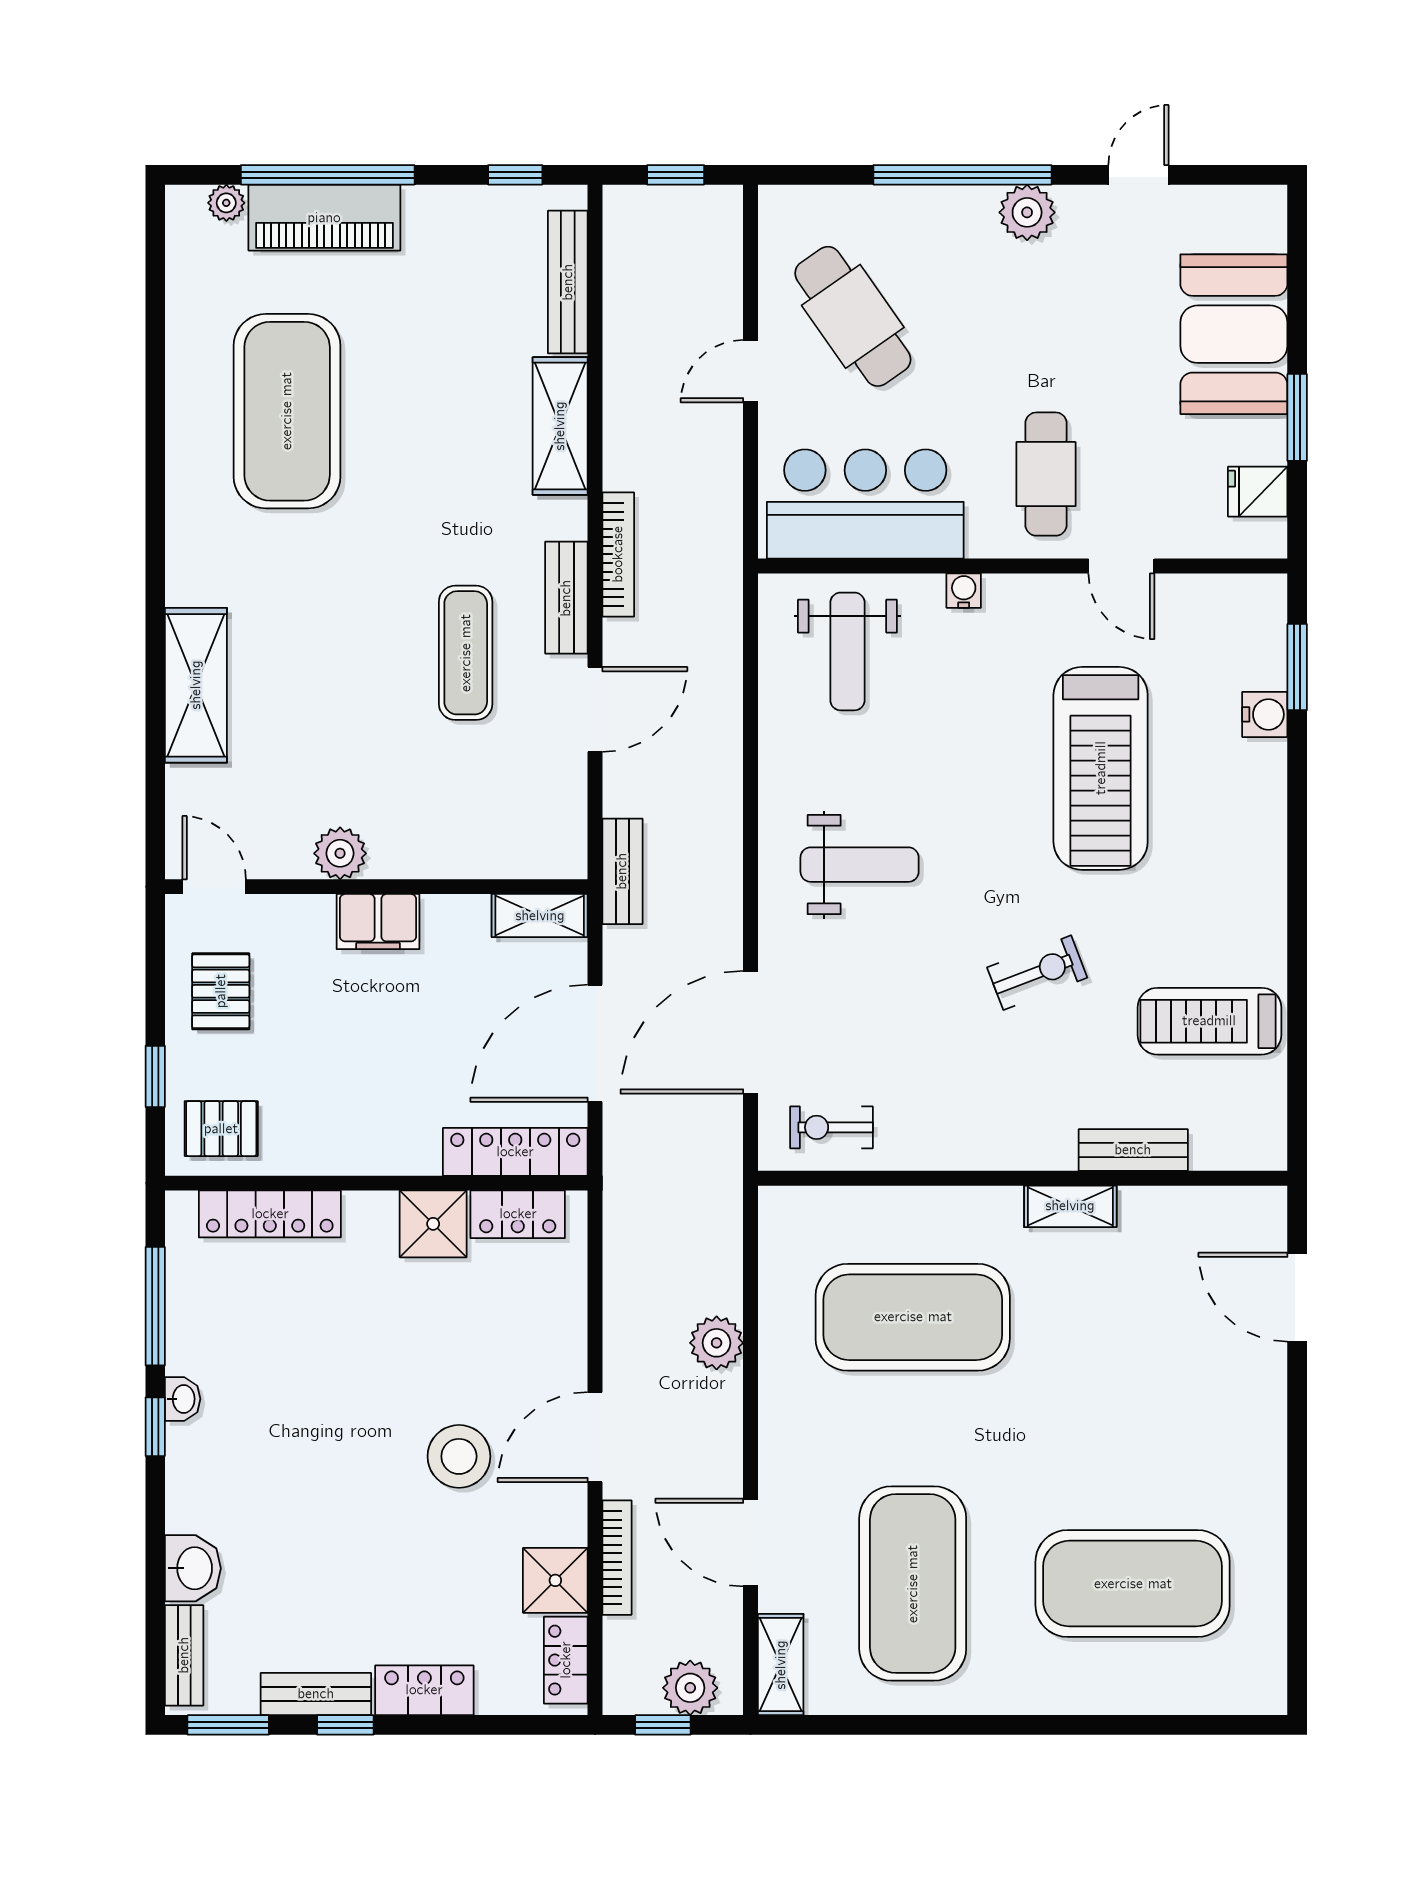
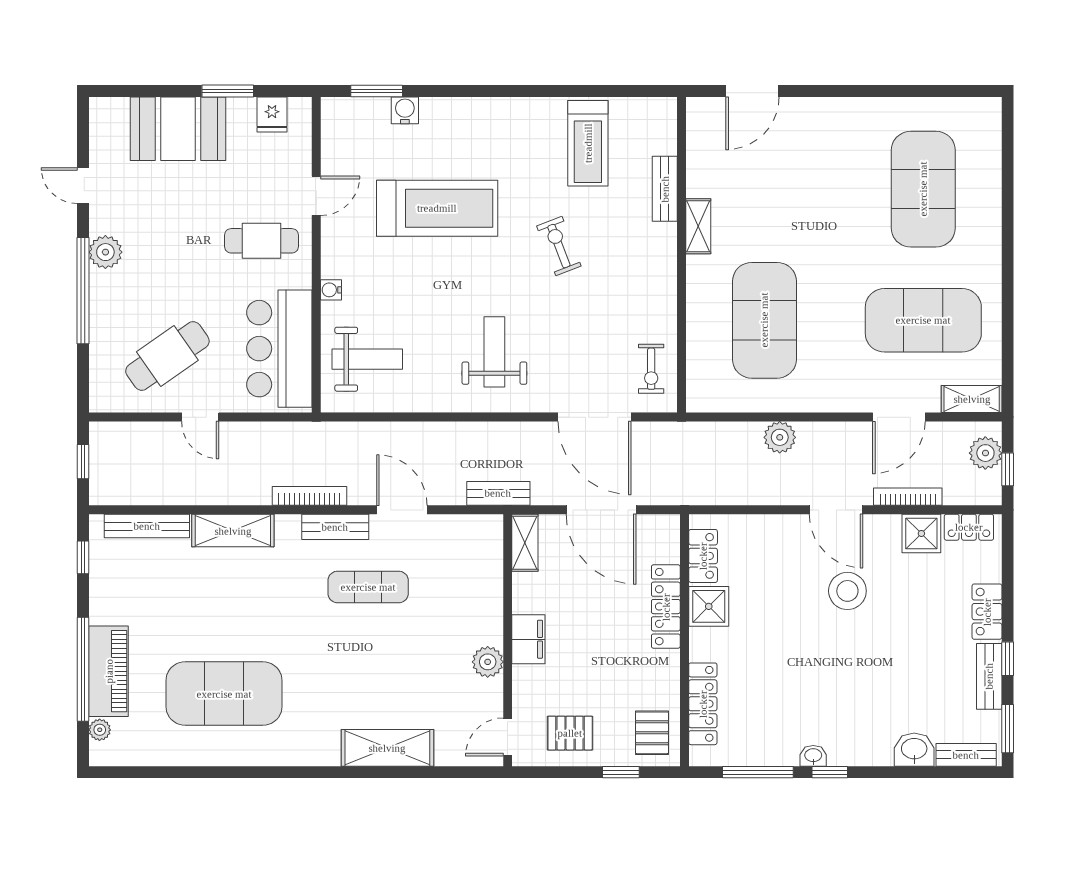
locker: (515, 1152) -> (666, 607), moved

